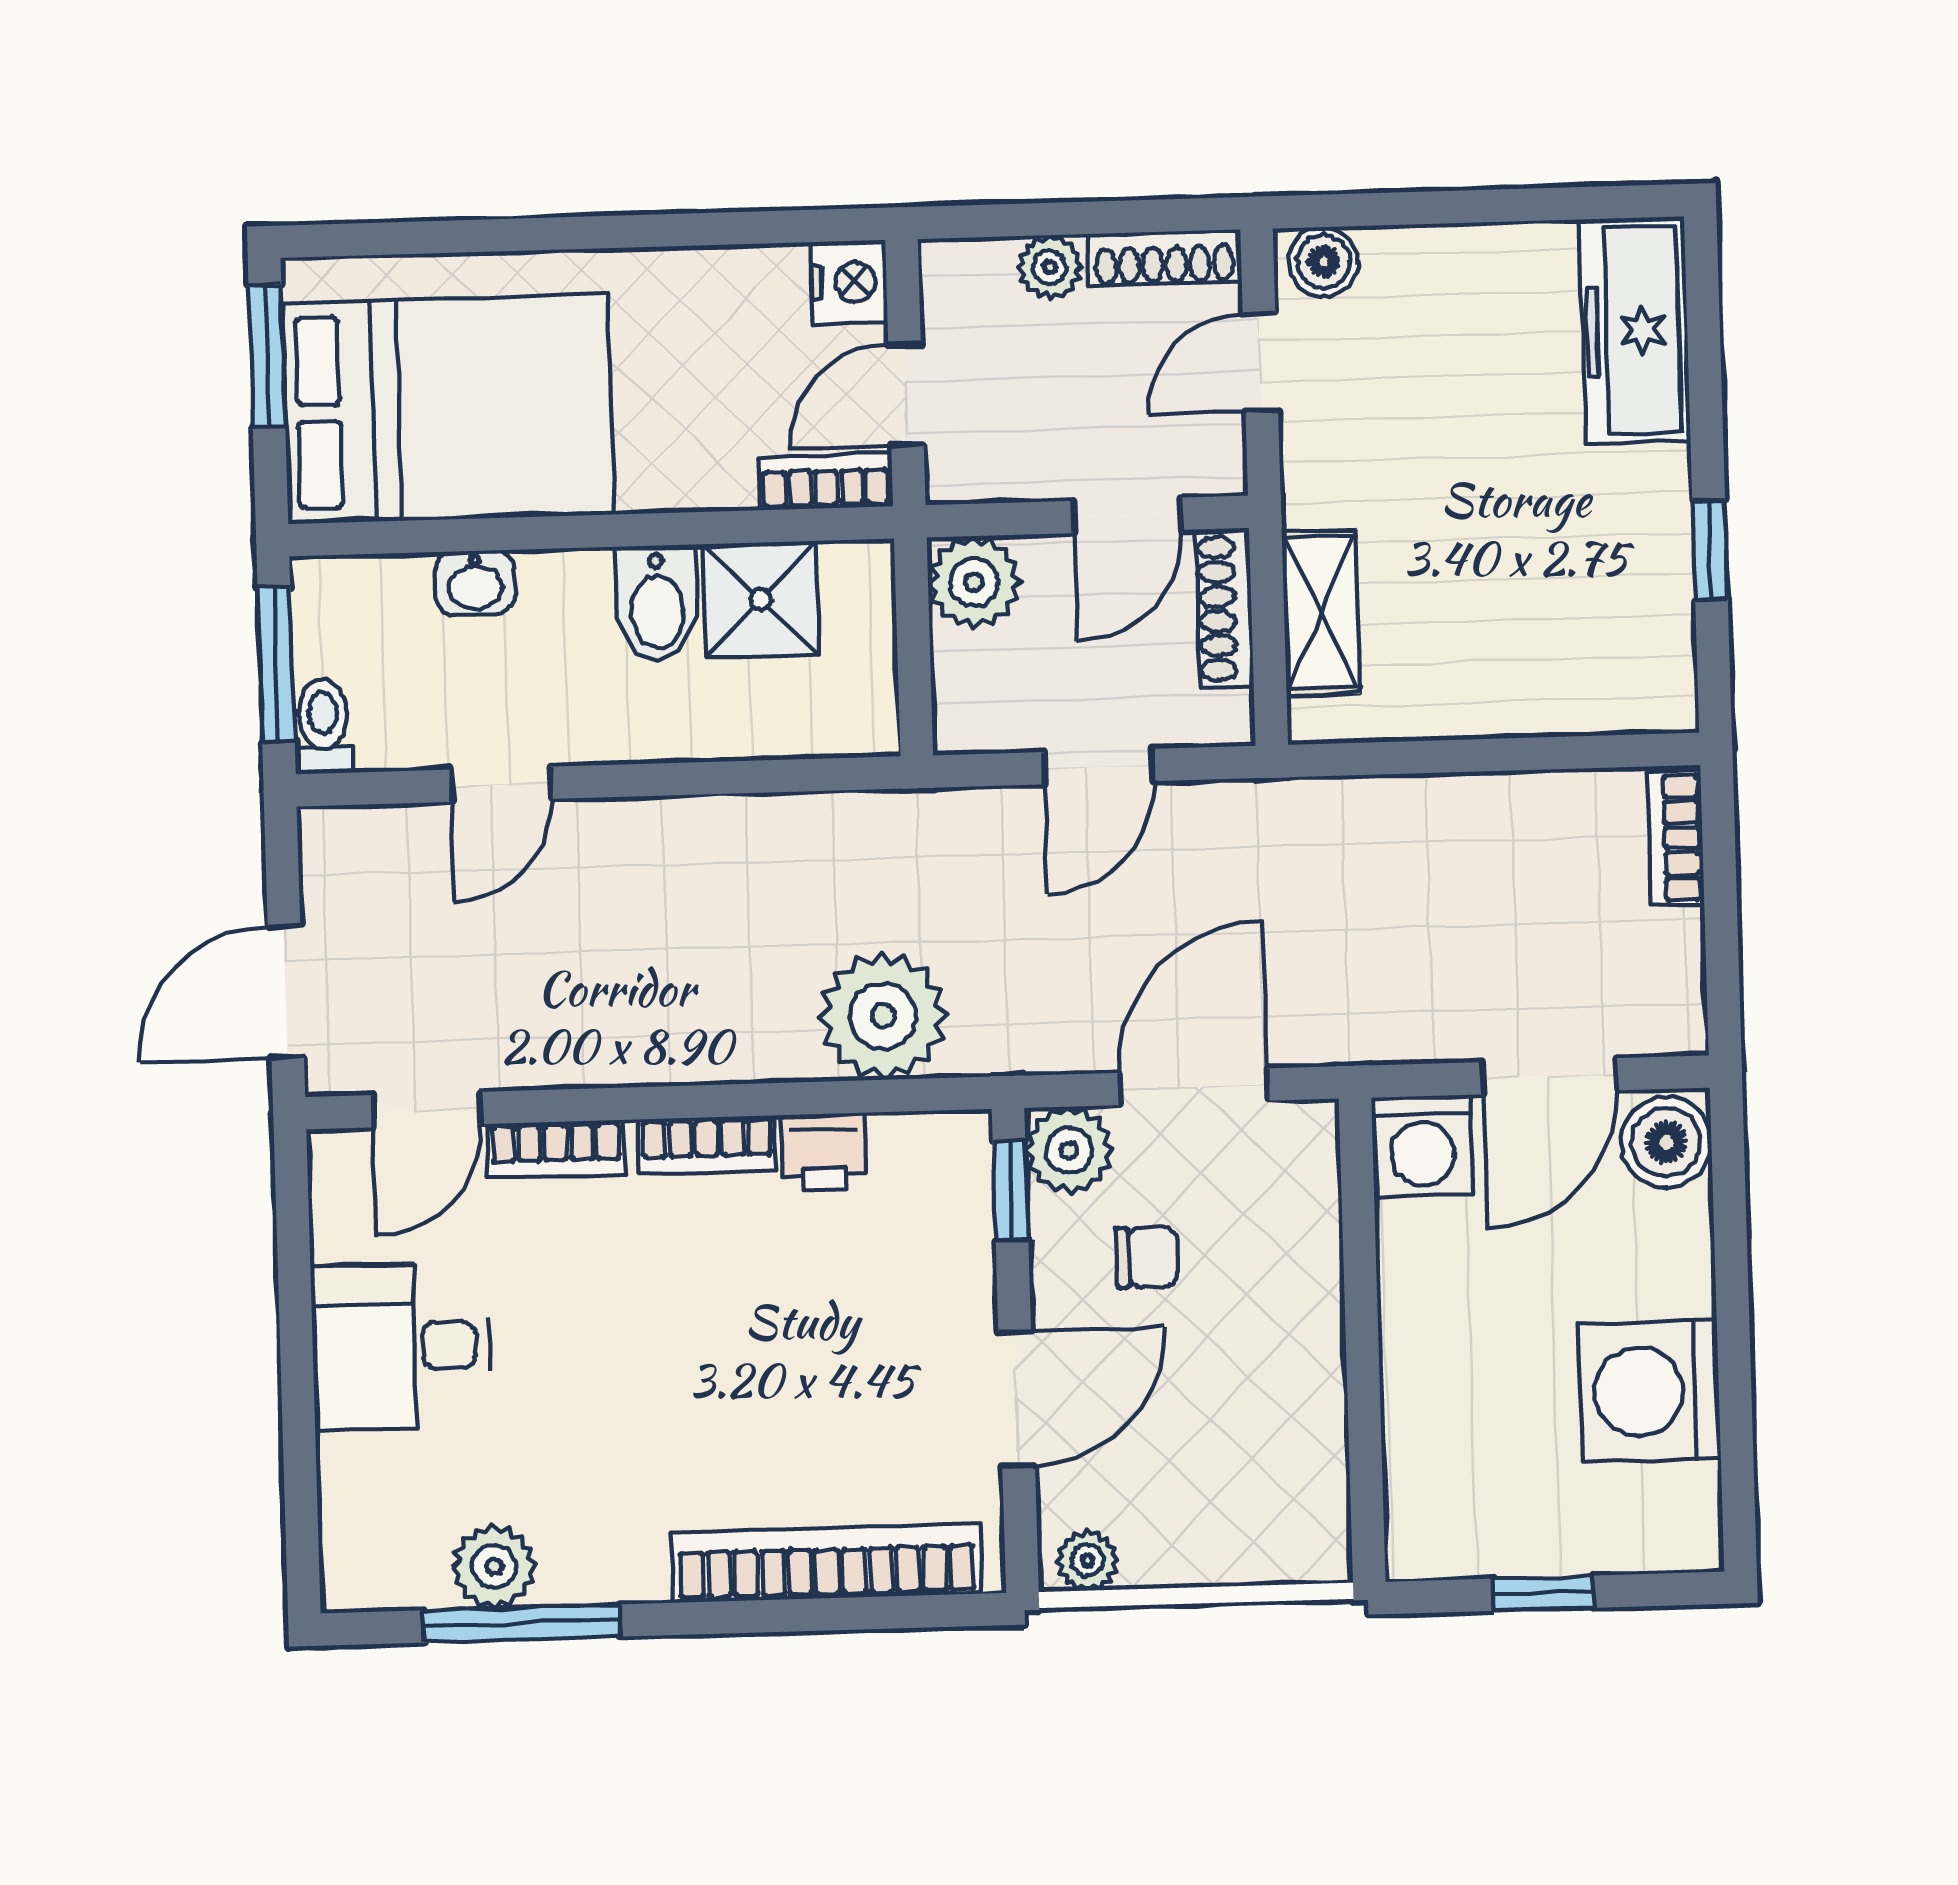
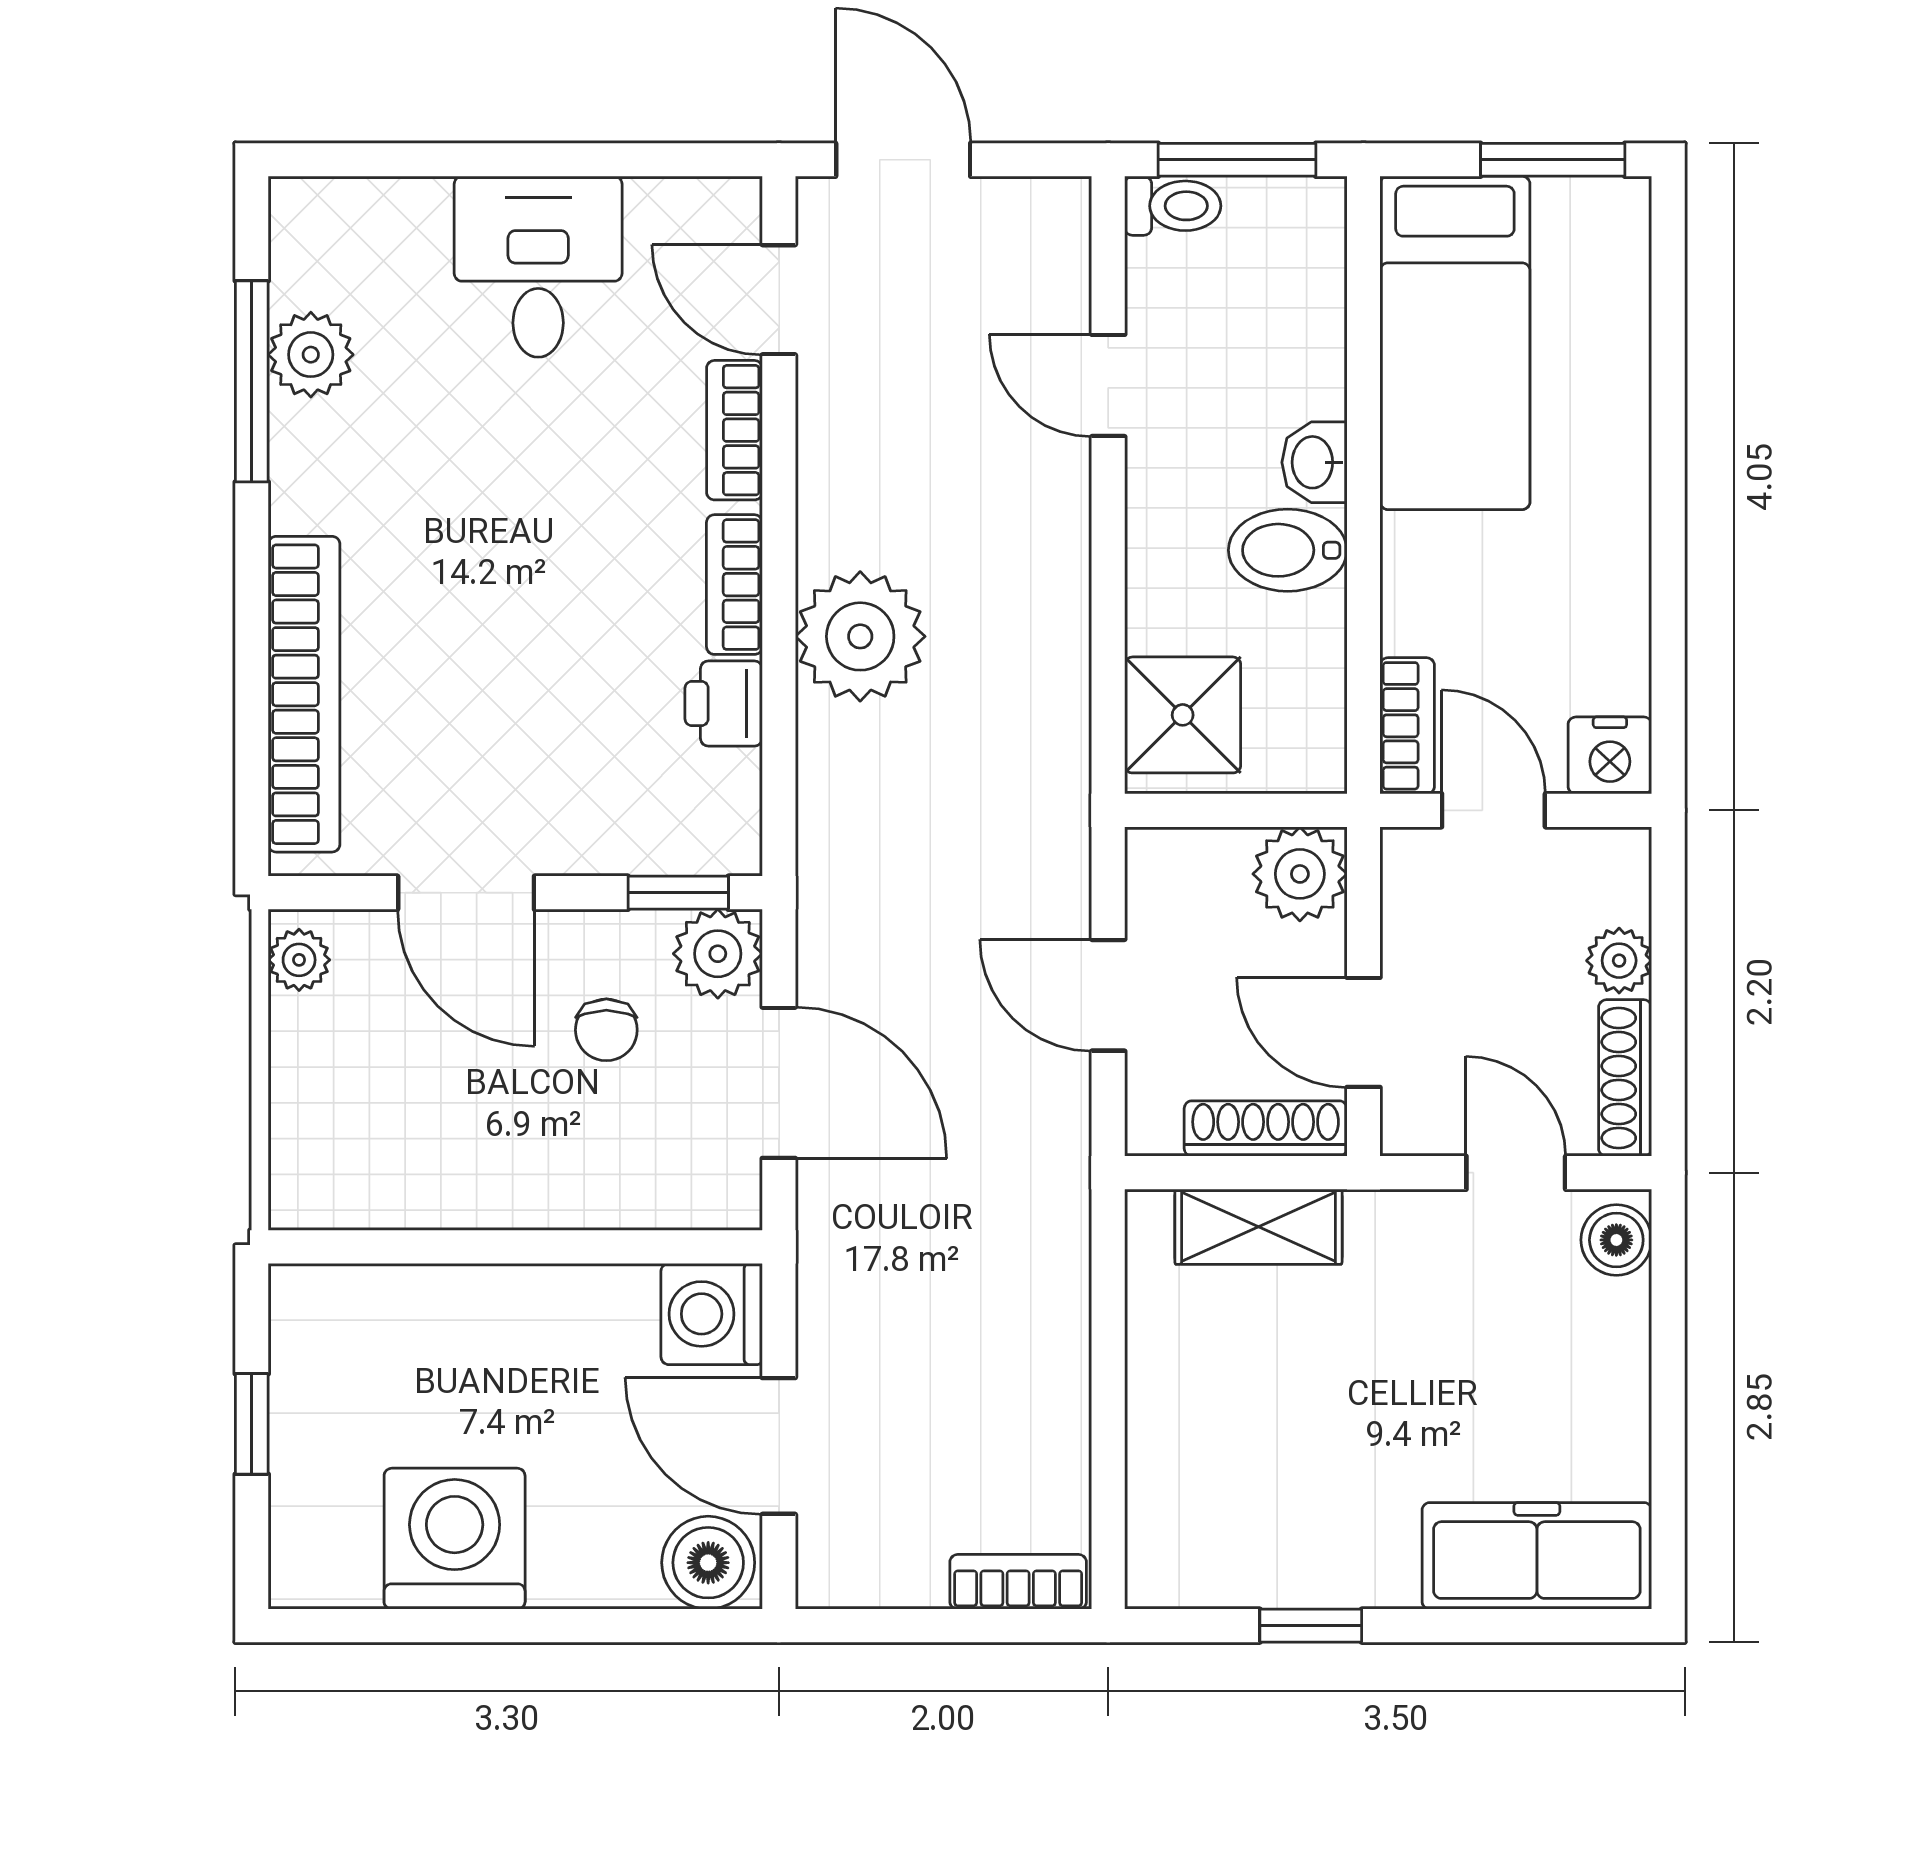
bed: (448, 409) -> (1455, 343), width x0.67
washbasin: (475, 583) -> (1314, 462), moved
shower: (761, 599) -> (1183, 715), moved
plant: (883, 1016) -> (860, 636), moved

